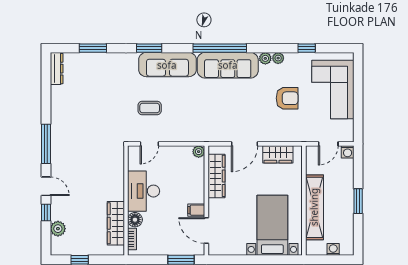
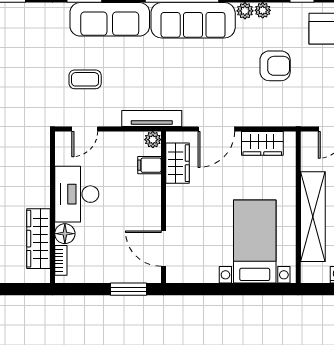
tv unit: (198, 136) -> (152, 118), added
wardrobe: (217, 176) -> (178, 163), width x0.67
filing cabinet: (196, 210) -> (149, 165), moved

